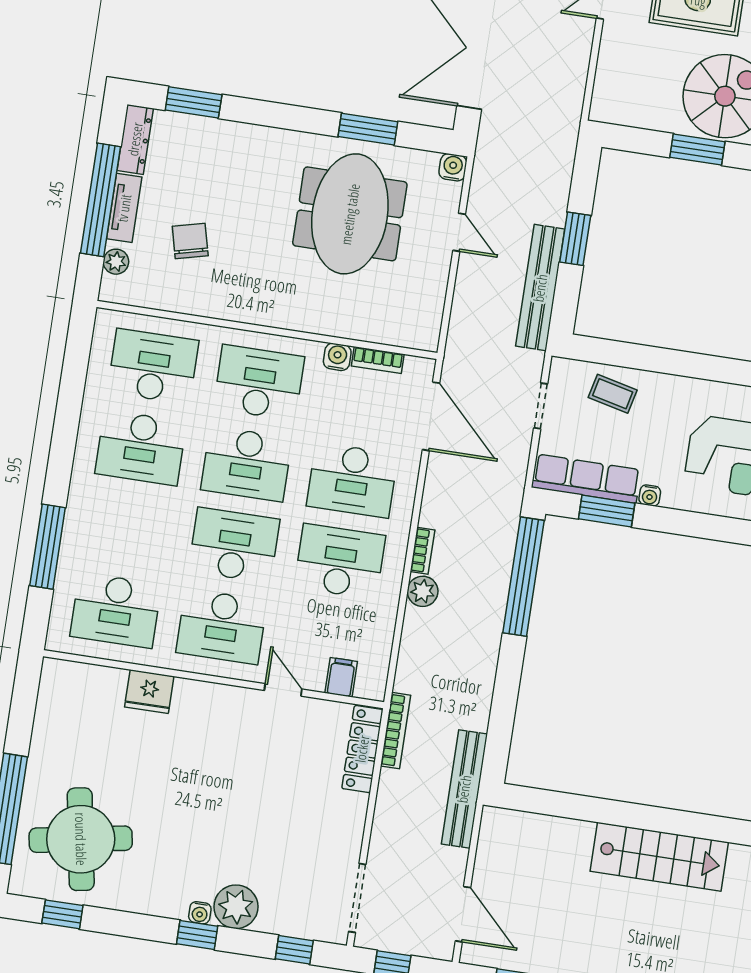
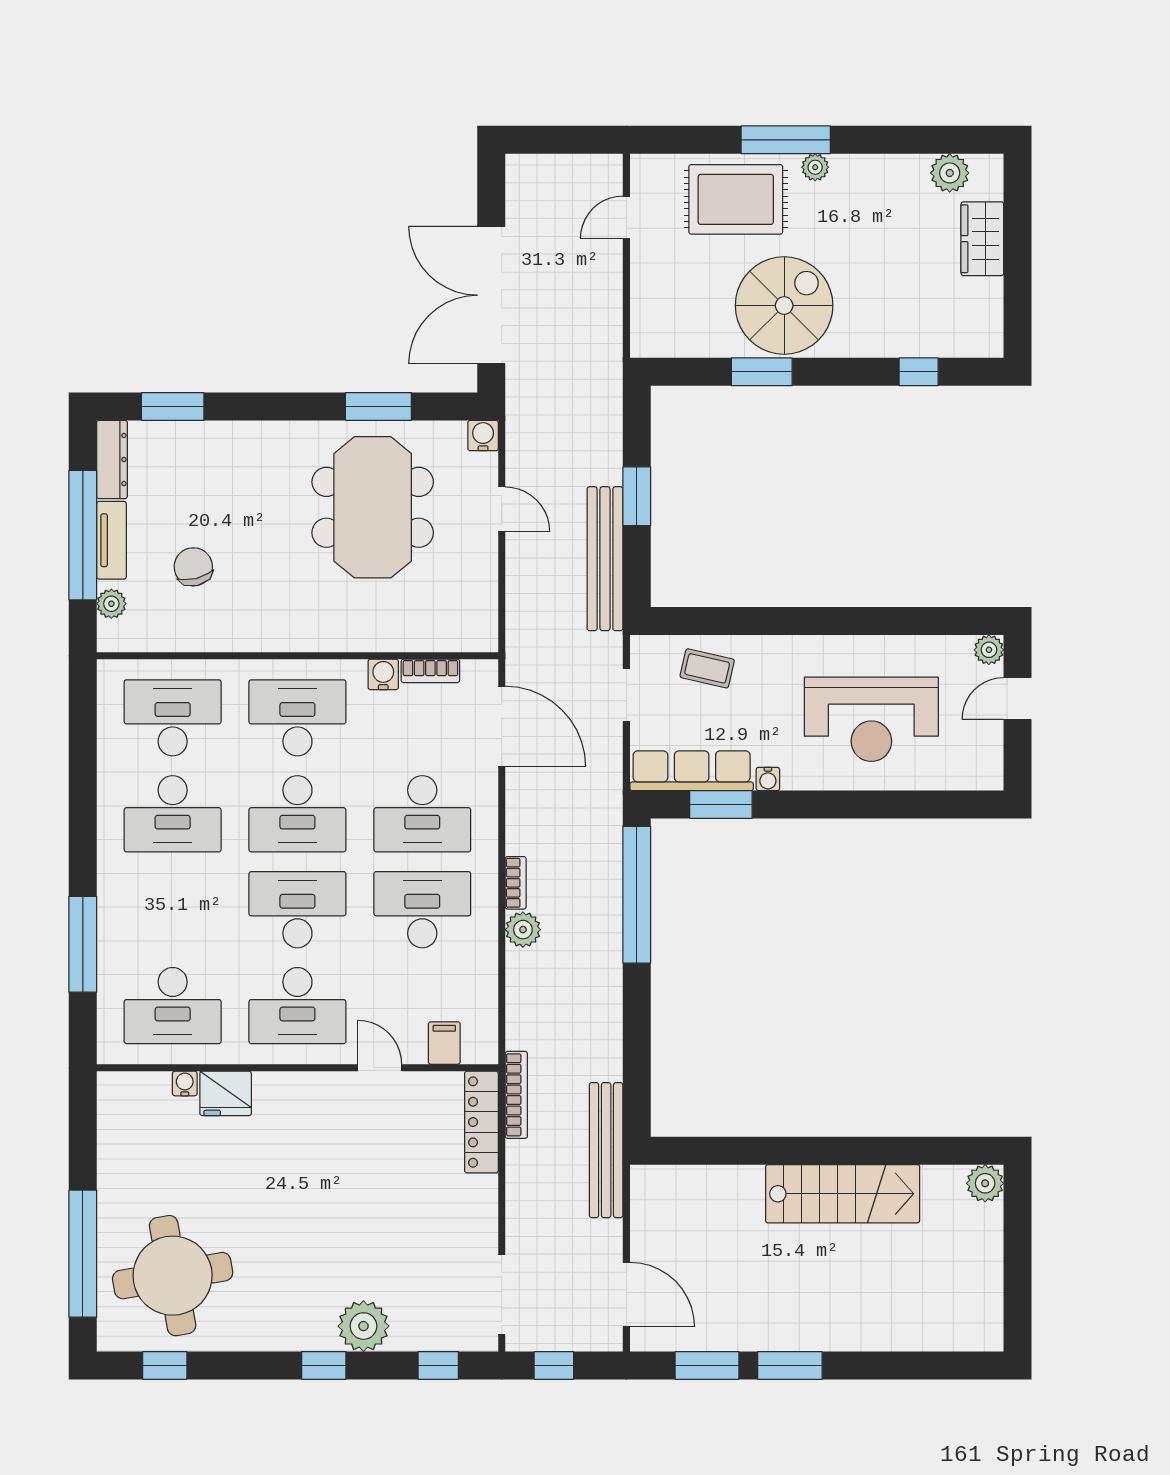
water cooler: (200, 913) -> (185, 1083), moved, turned 180

